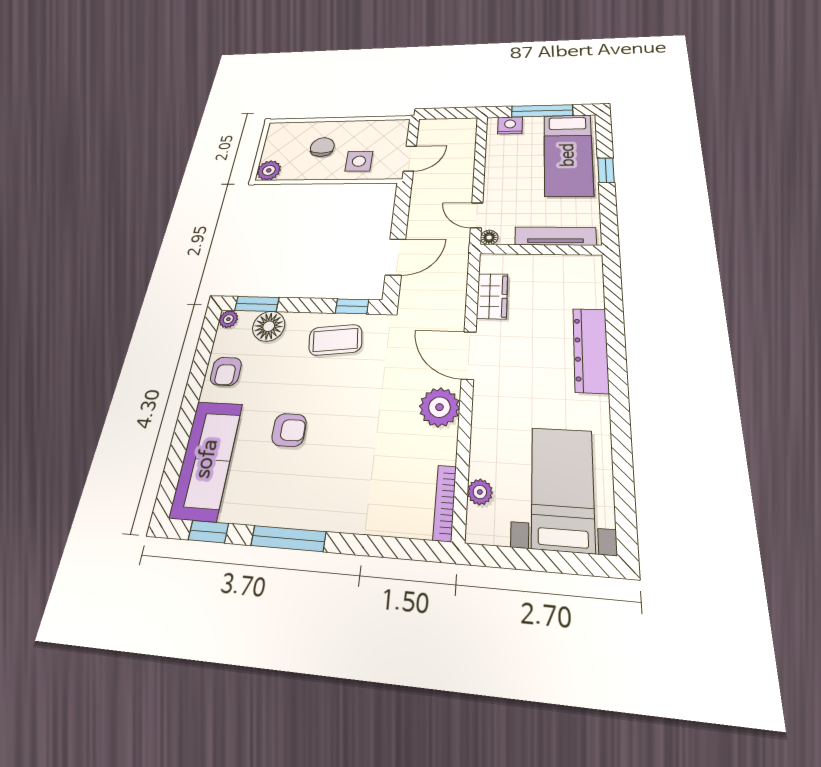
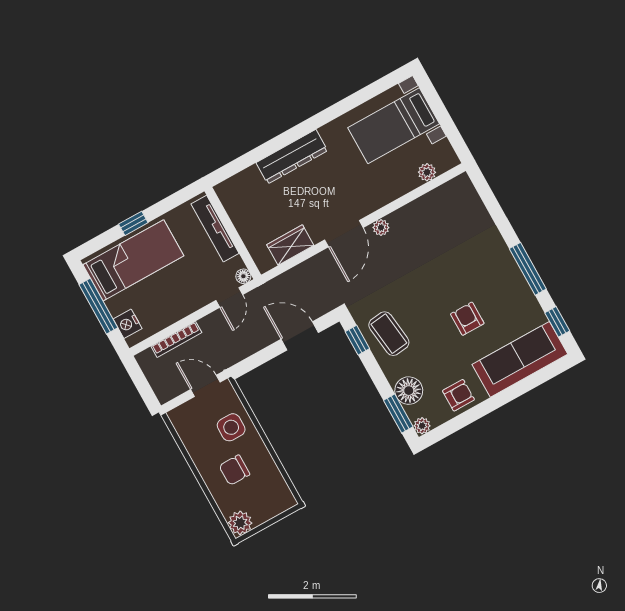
plant: (269, 170) -> (240, 523), moved
plant: (439, 407) -> (381, 228), width x0.53, depth x0.53
bookcase: (445, 503) -> (176, 339), moved

